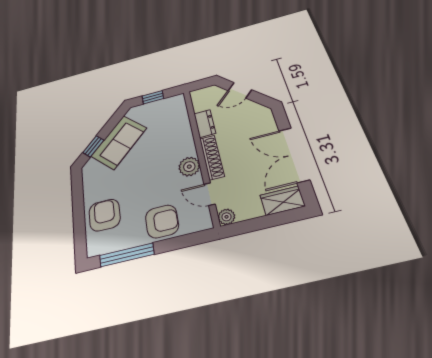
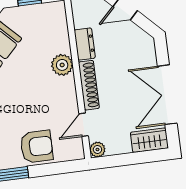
plant: (189, 167) -> (62, 65), moved
door: (210, 194) -> (84, 125), hinge flipped

